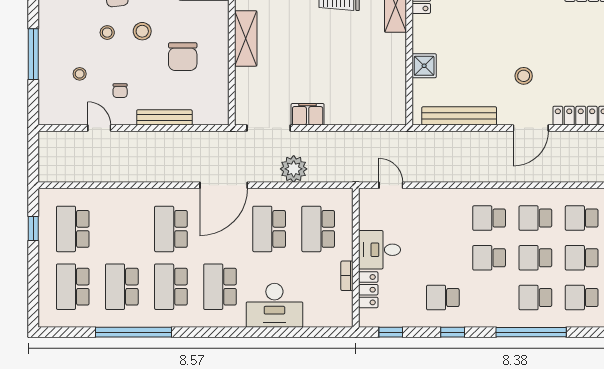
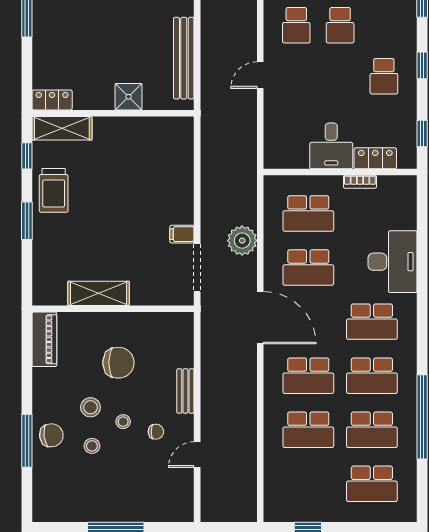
stool: (80, 74) -> (123, 422), moved
filing cabinet: (308, 114) -> (182, 234), width x0.50
bench: (164, 117) -> (185, 391), width x0.73
door: (391, 185) -> (260, 75), moved
school desk: (73, 229) -> (308, 430), moved

